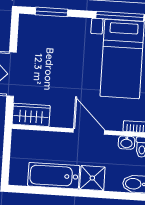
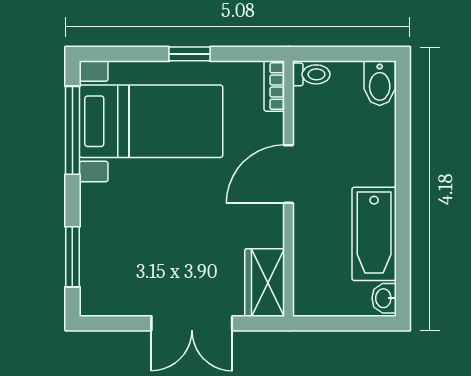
washbasin: (127, 143) -> (384, 298), moved, turned 180
shower: (92, 178) -> (374, 162), removed

